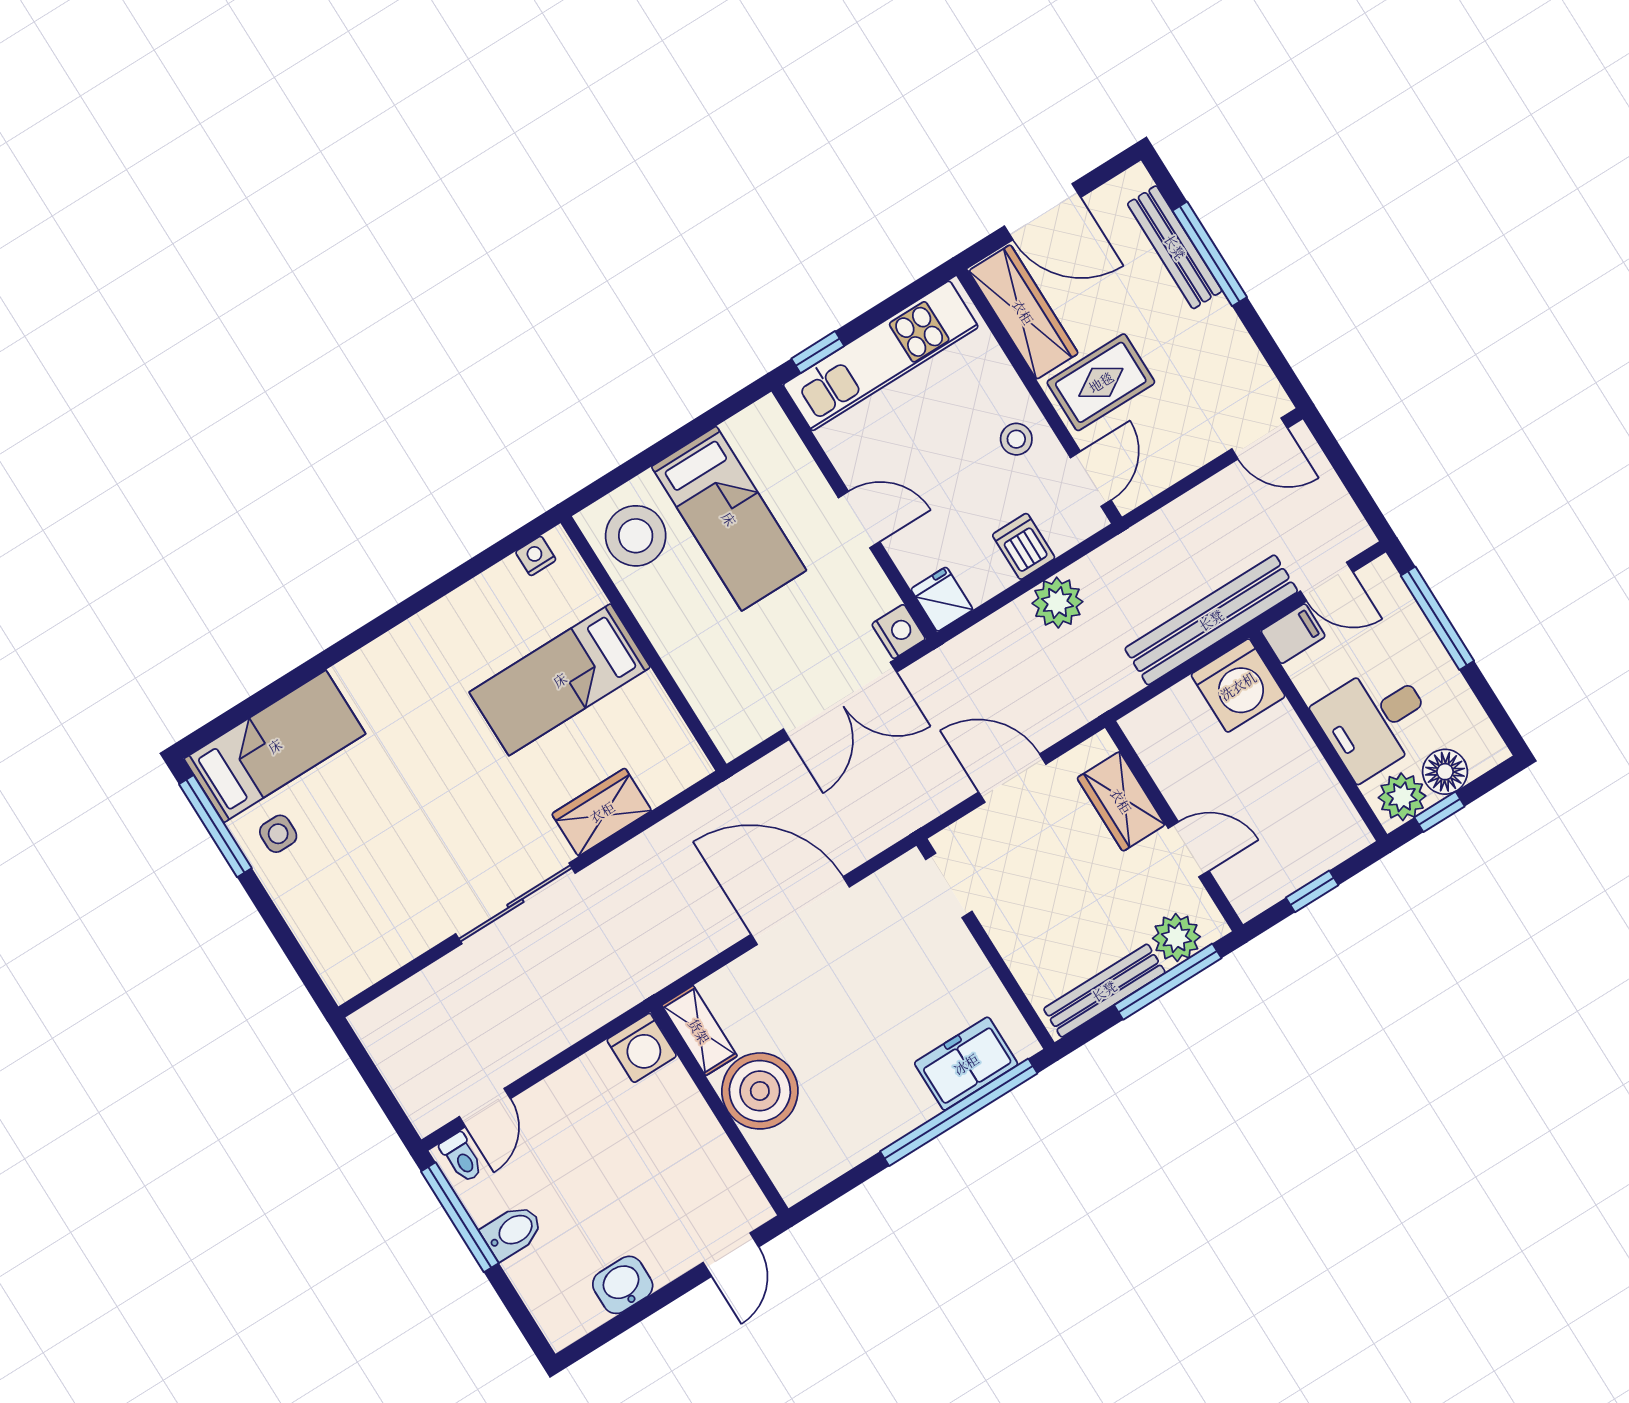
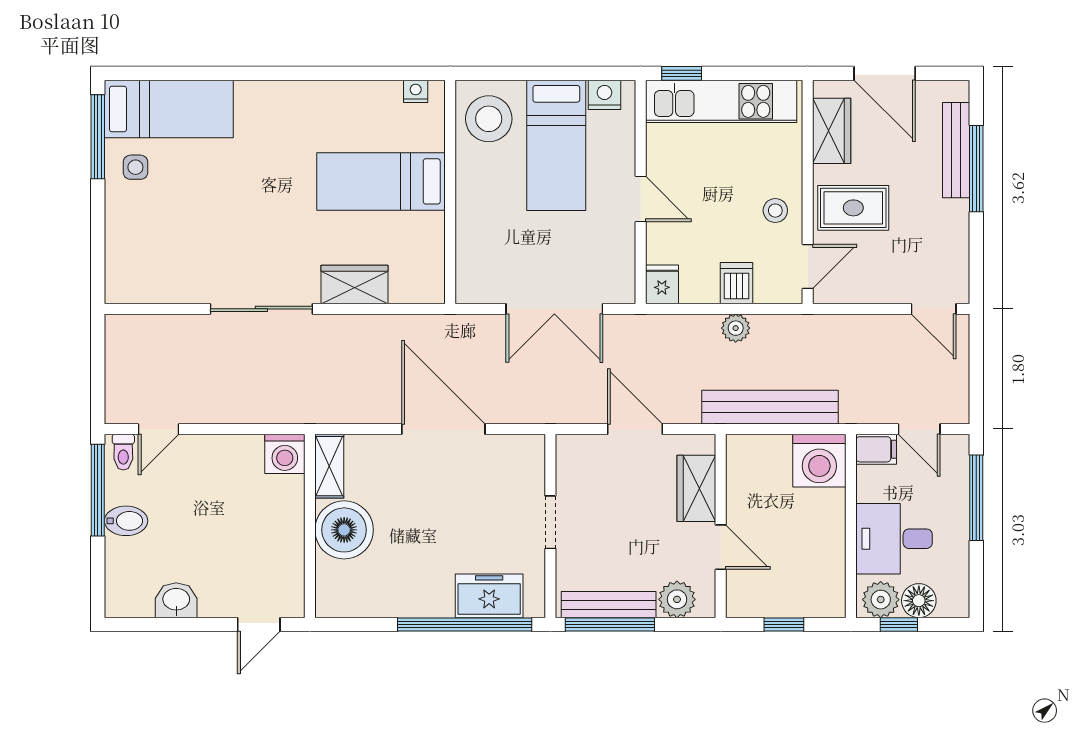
wardrobe: (1023, 312) -> (832, 131), width x0.67
plant: (1057, 603) -> (736, 328), width x0.73, depth x0.73
bench: (1211, 620) -> (770, 407), moved
nightstand: (899, 632) -> (604, 95), moved, turned -90
doorway: (949, 885) -> (550, 522), moved
window: (1168, 982) -> (610, 624), moved

